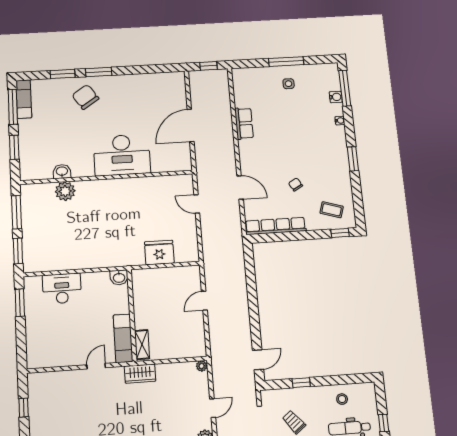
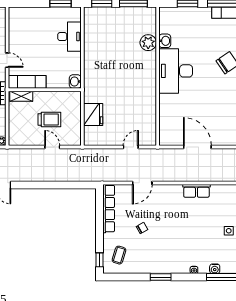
desk: (122, 155) -> (176, 71), moved
trolley: (169, 307) -> (49, 119), added

